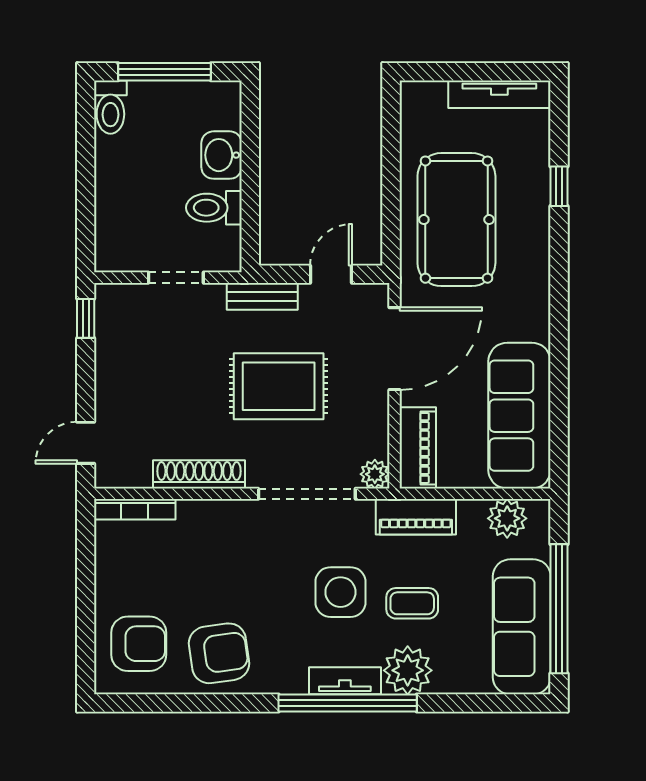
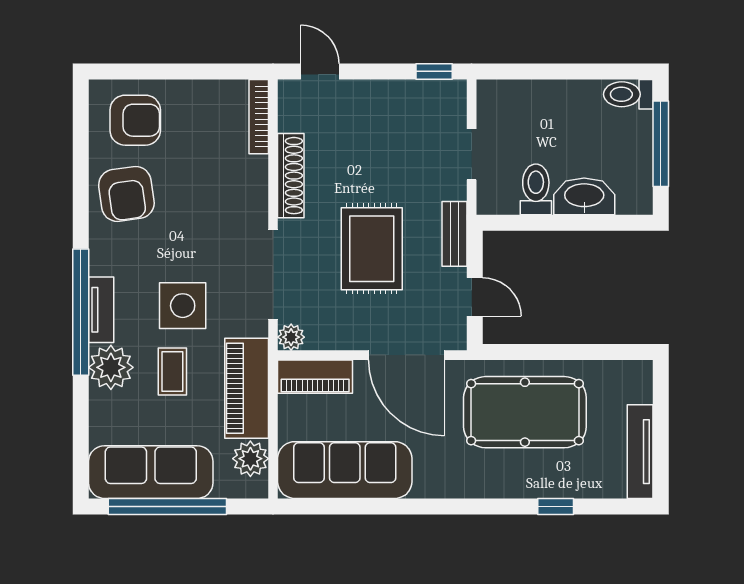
washbasin: (222, 155) -> (584, 196), width x1.38
piano: (416, 517) -> (247, 388), width x1.37, depth x1.33
armchair: (139, 644) -> (135, 120), turned -90

